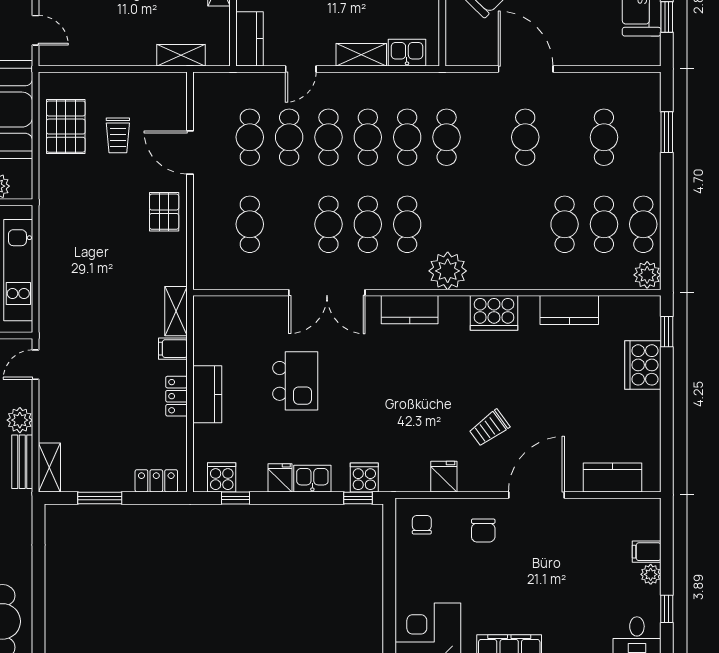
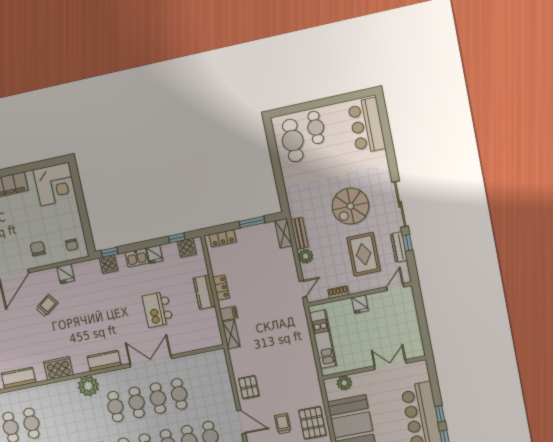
cafe table: (250, 224) -> (179, 394), moved

